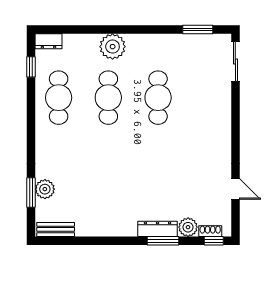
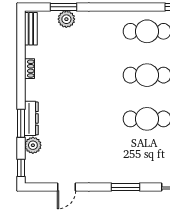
window: (235, 122) -> (126, 187), added
shoe rack: (210, 231) -> (29, 69), moved

